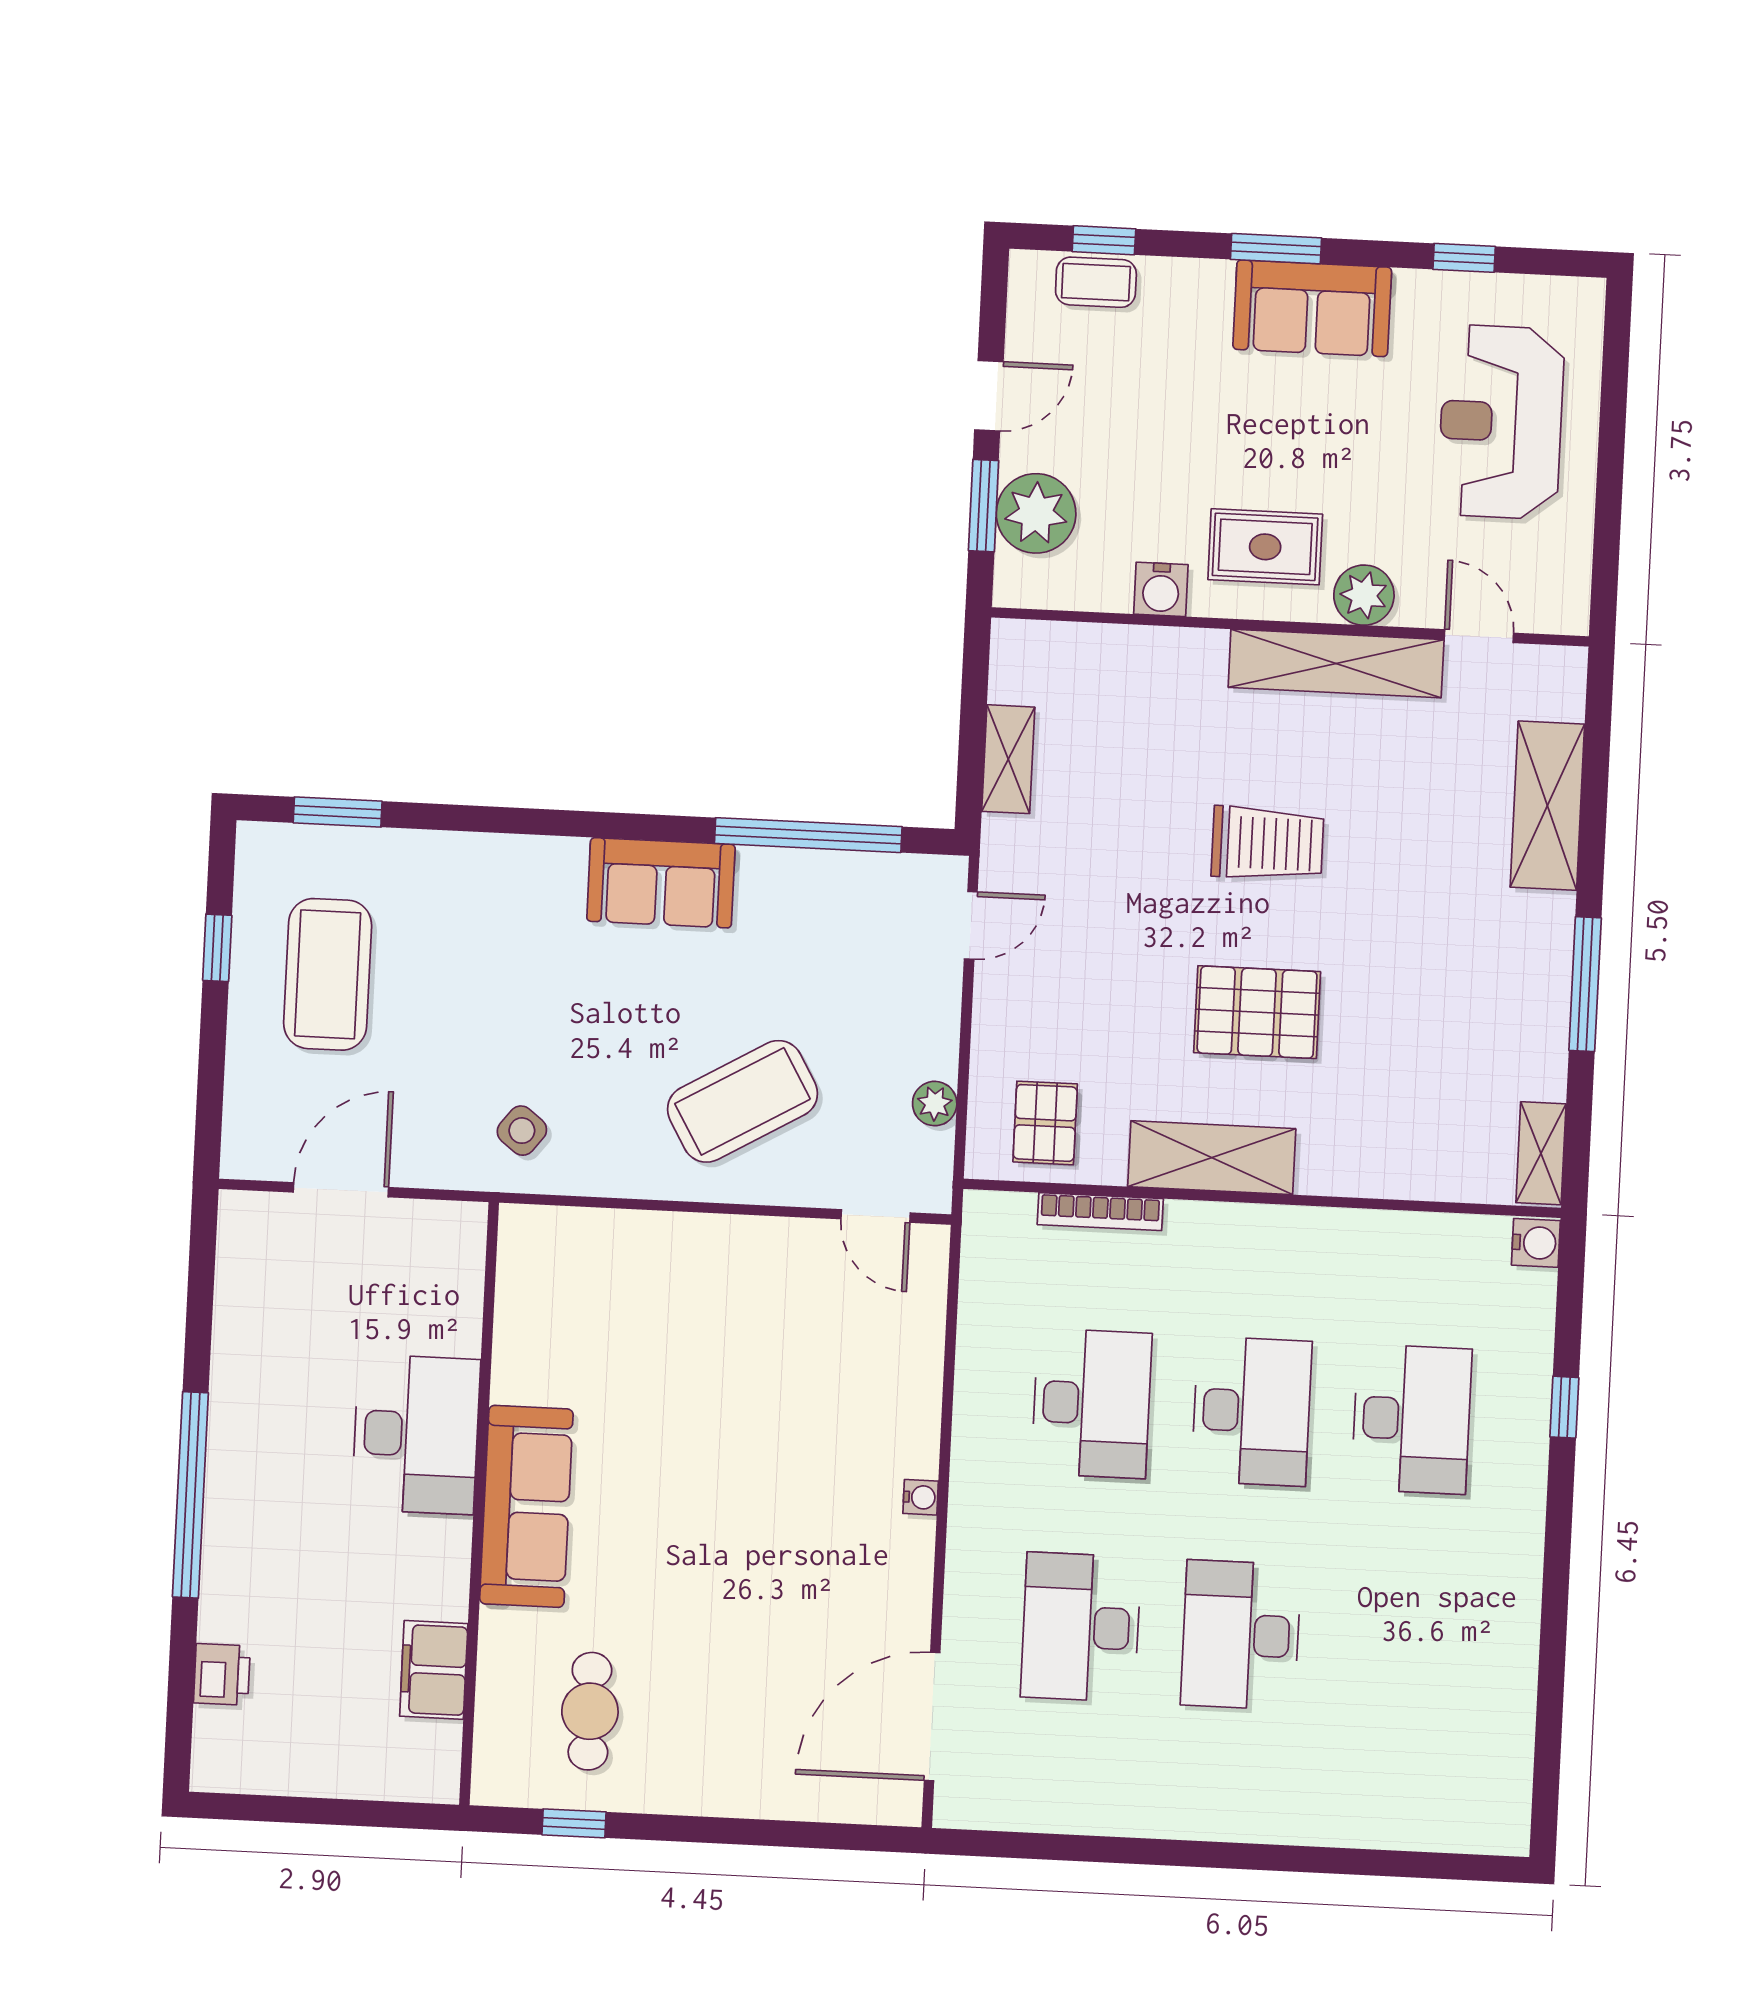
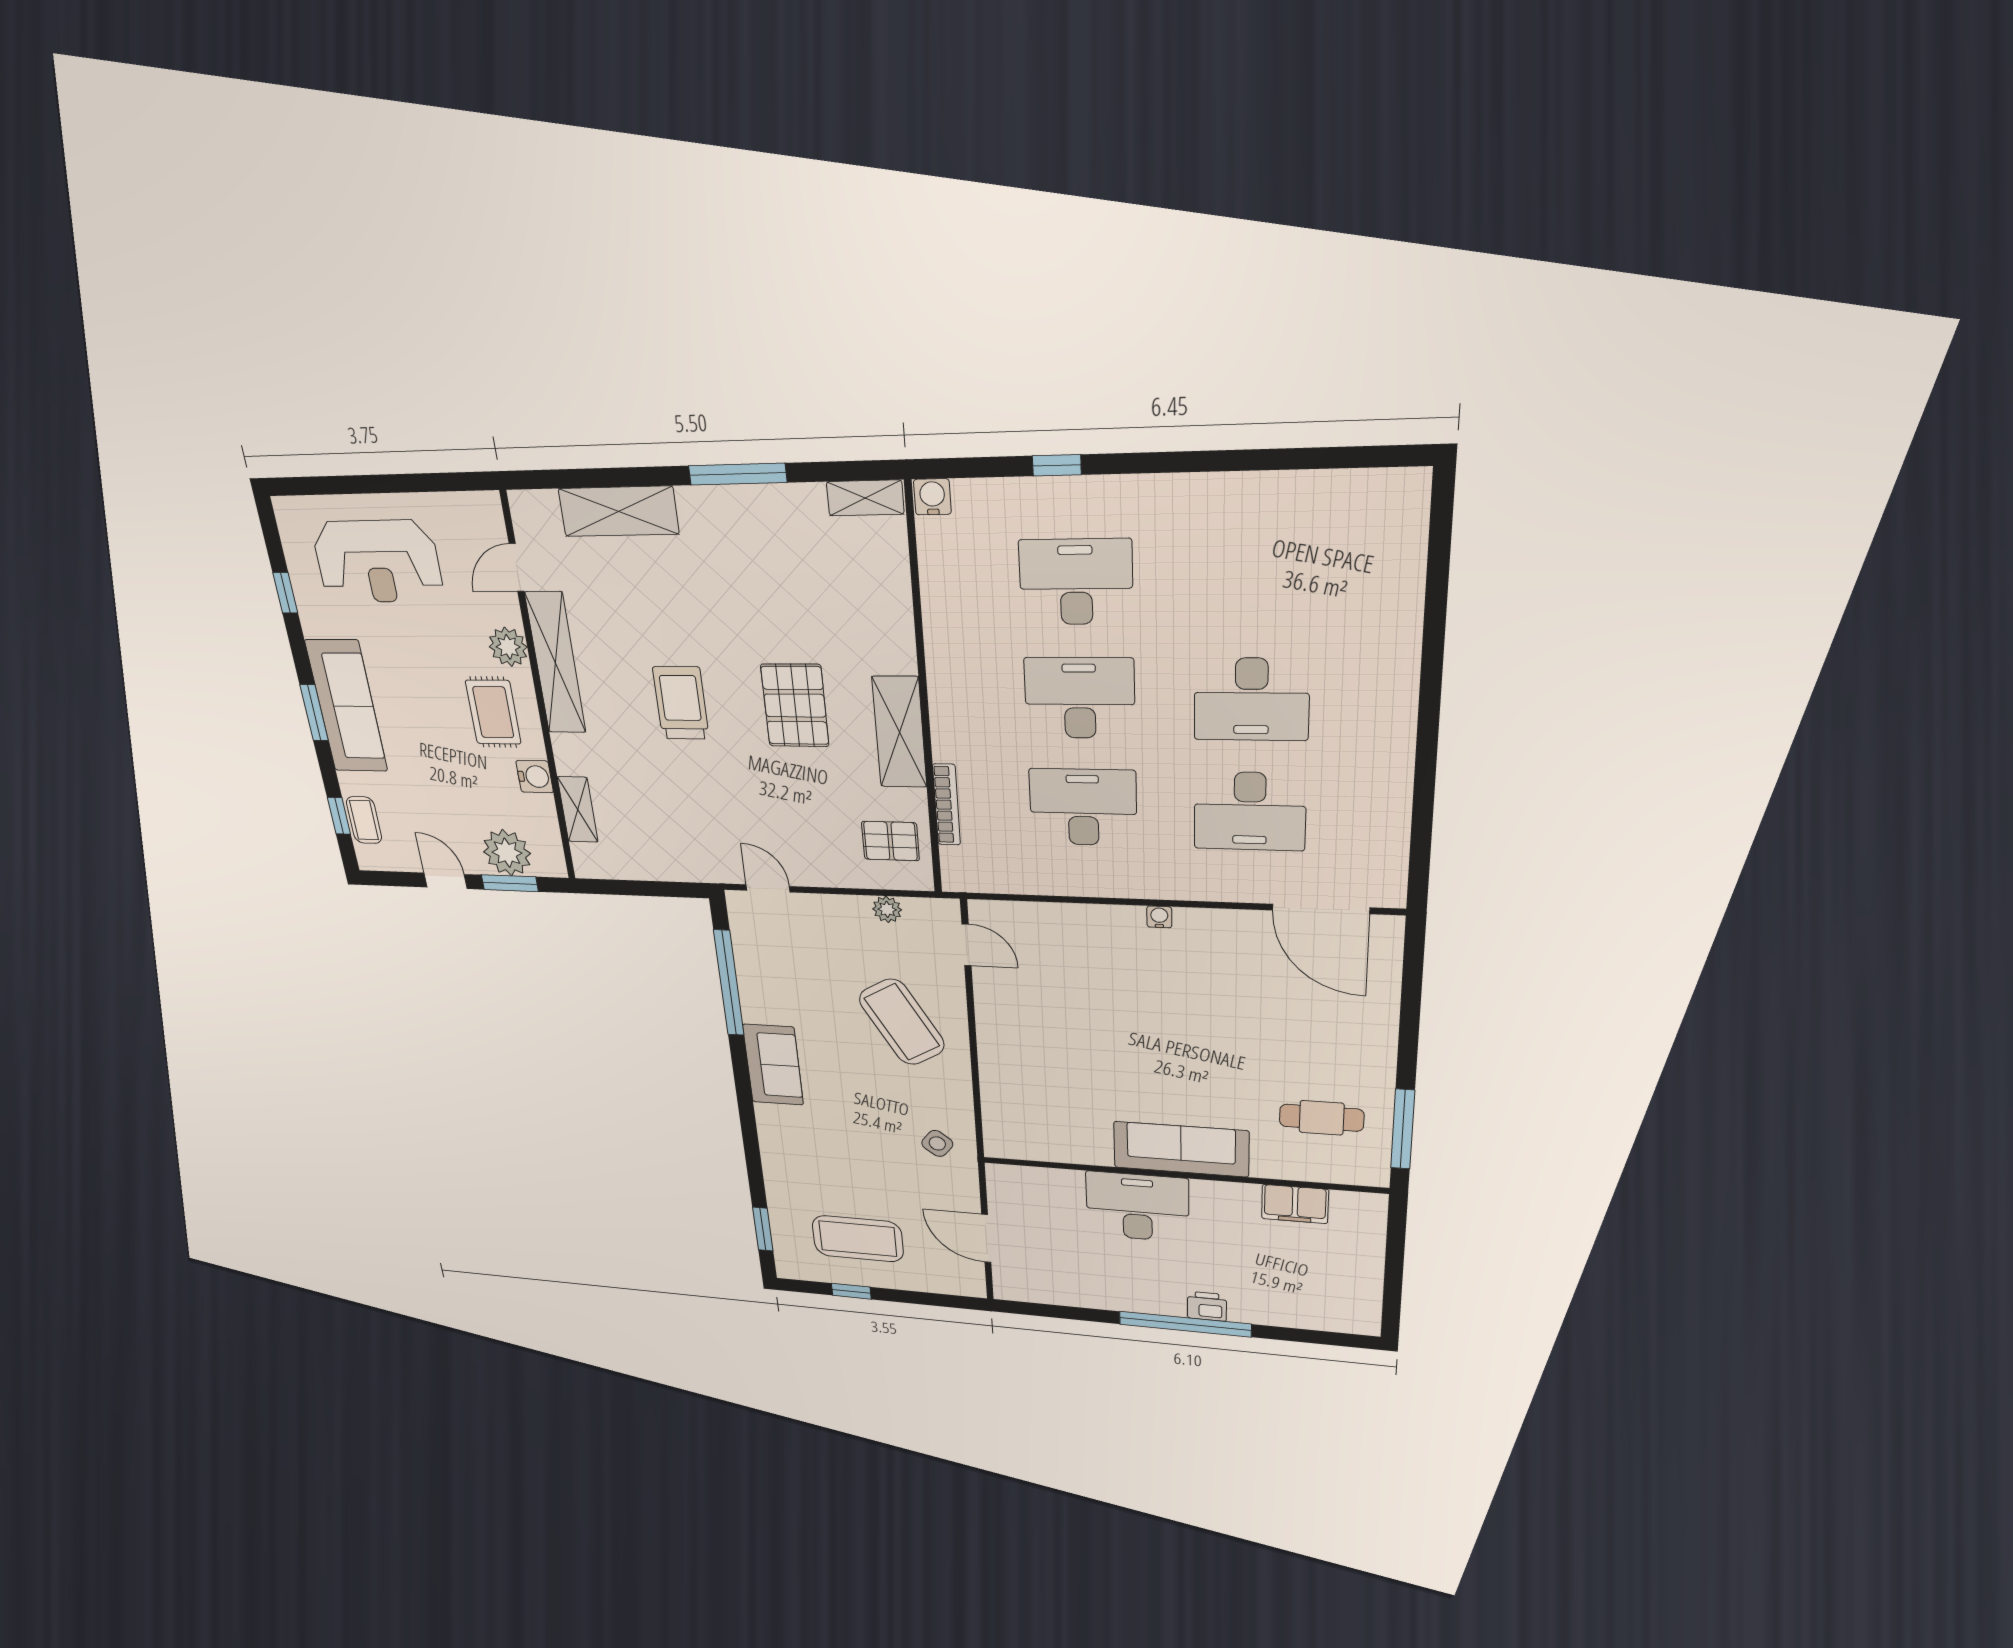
sofa: (1312, 308) -> (346, 706), width x1.36
shelving: (1008, 759) -> (578, 810), moved, turned 90
door: (876, 1216) -> (967, 945), hinge flipped
printer: (222, 1674) -> (1207, 1306), moved
window: (574, 1823) -> (1403, 1129), width x2.17

